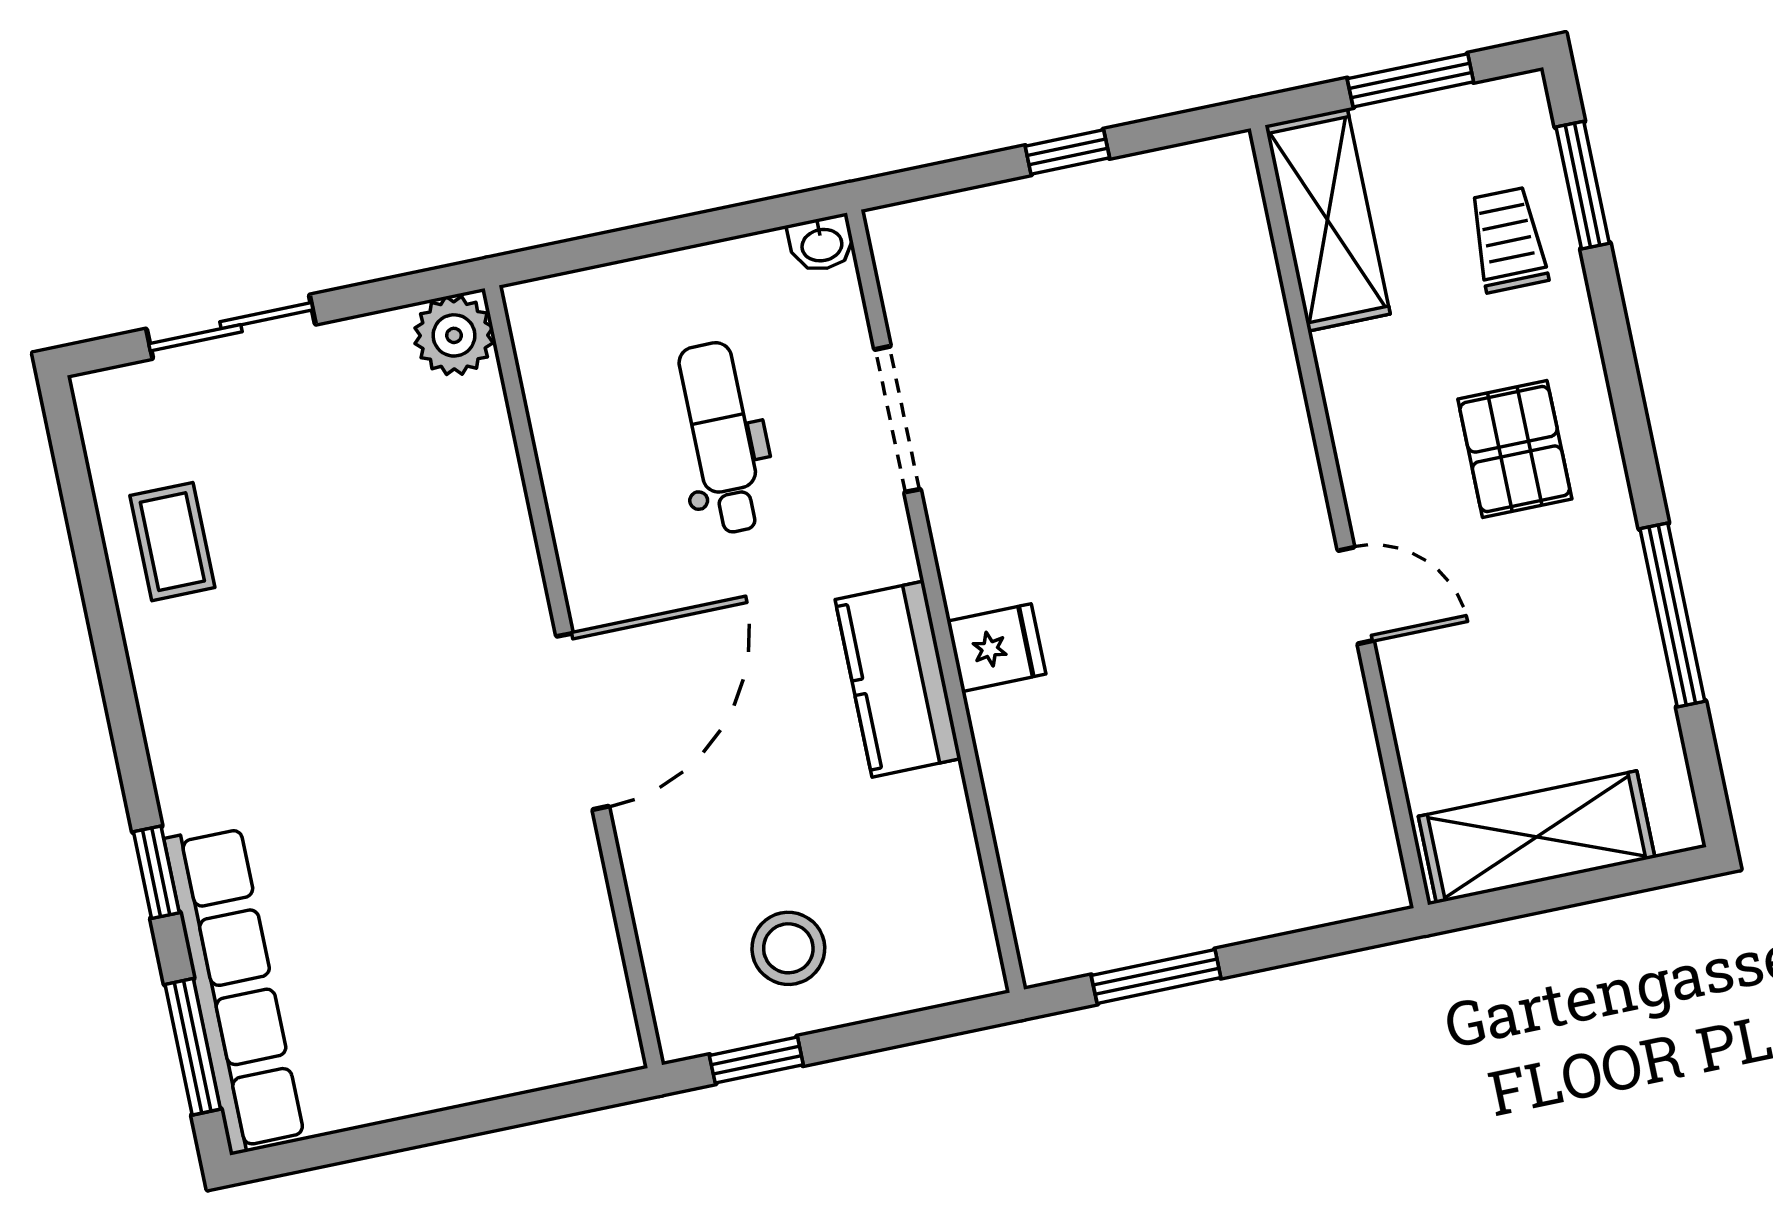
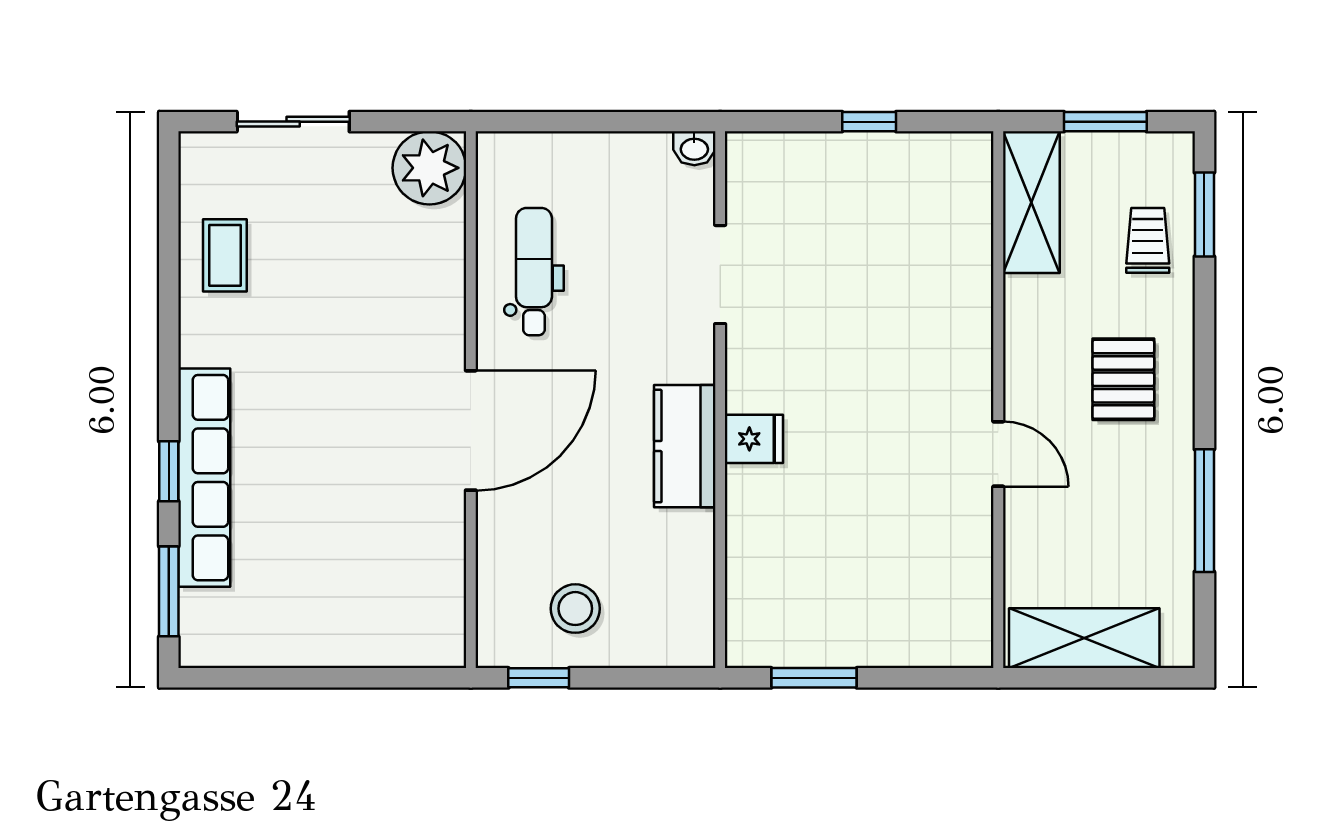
plant: (454, 335) -> (429, 168), width x1.36, depth x1.36
dental chair: (722, 438) -> (534, 272), moved
row of seats: (234, 989) -> (204, 478), moved

